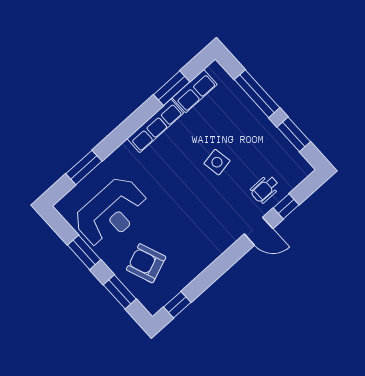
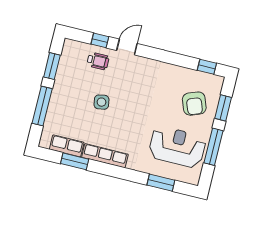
door: (259, 231) -> (127, 47), hinge flipped
window: (84, 252) -> (214, 147), width x1.44

